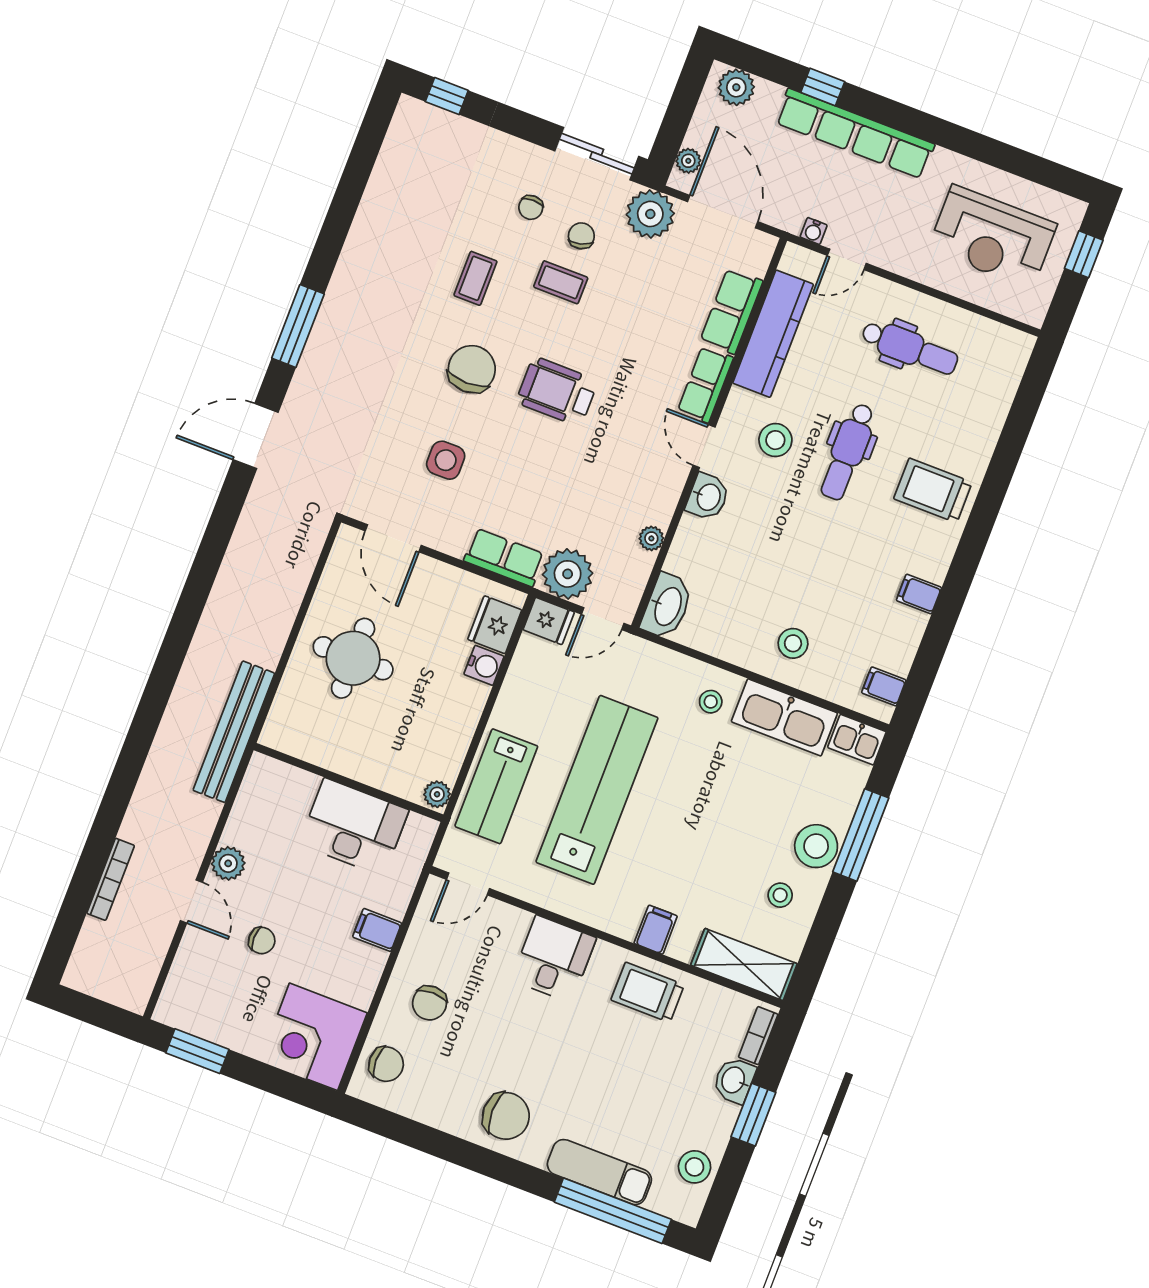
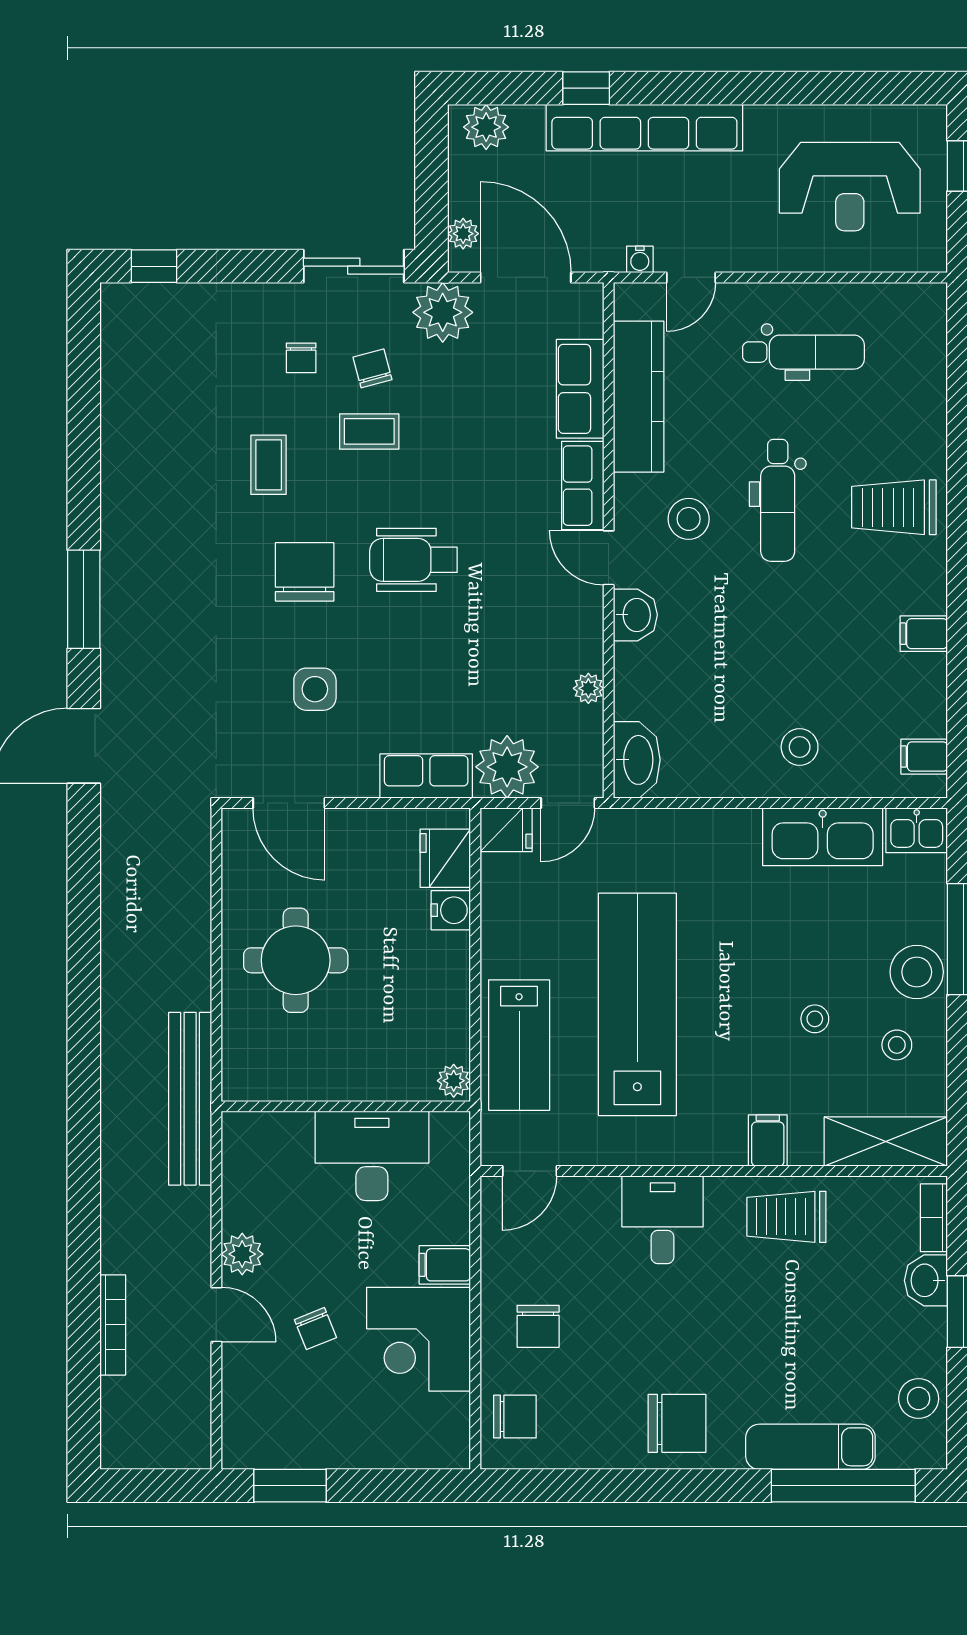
stool: (711, 702) -> (815, 1019), moved
chair: (262, 941) -> (315, 1329), turned 68
corner desk: (313, 1037) -> (418, 1339), moved

